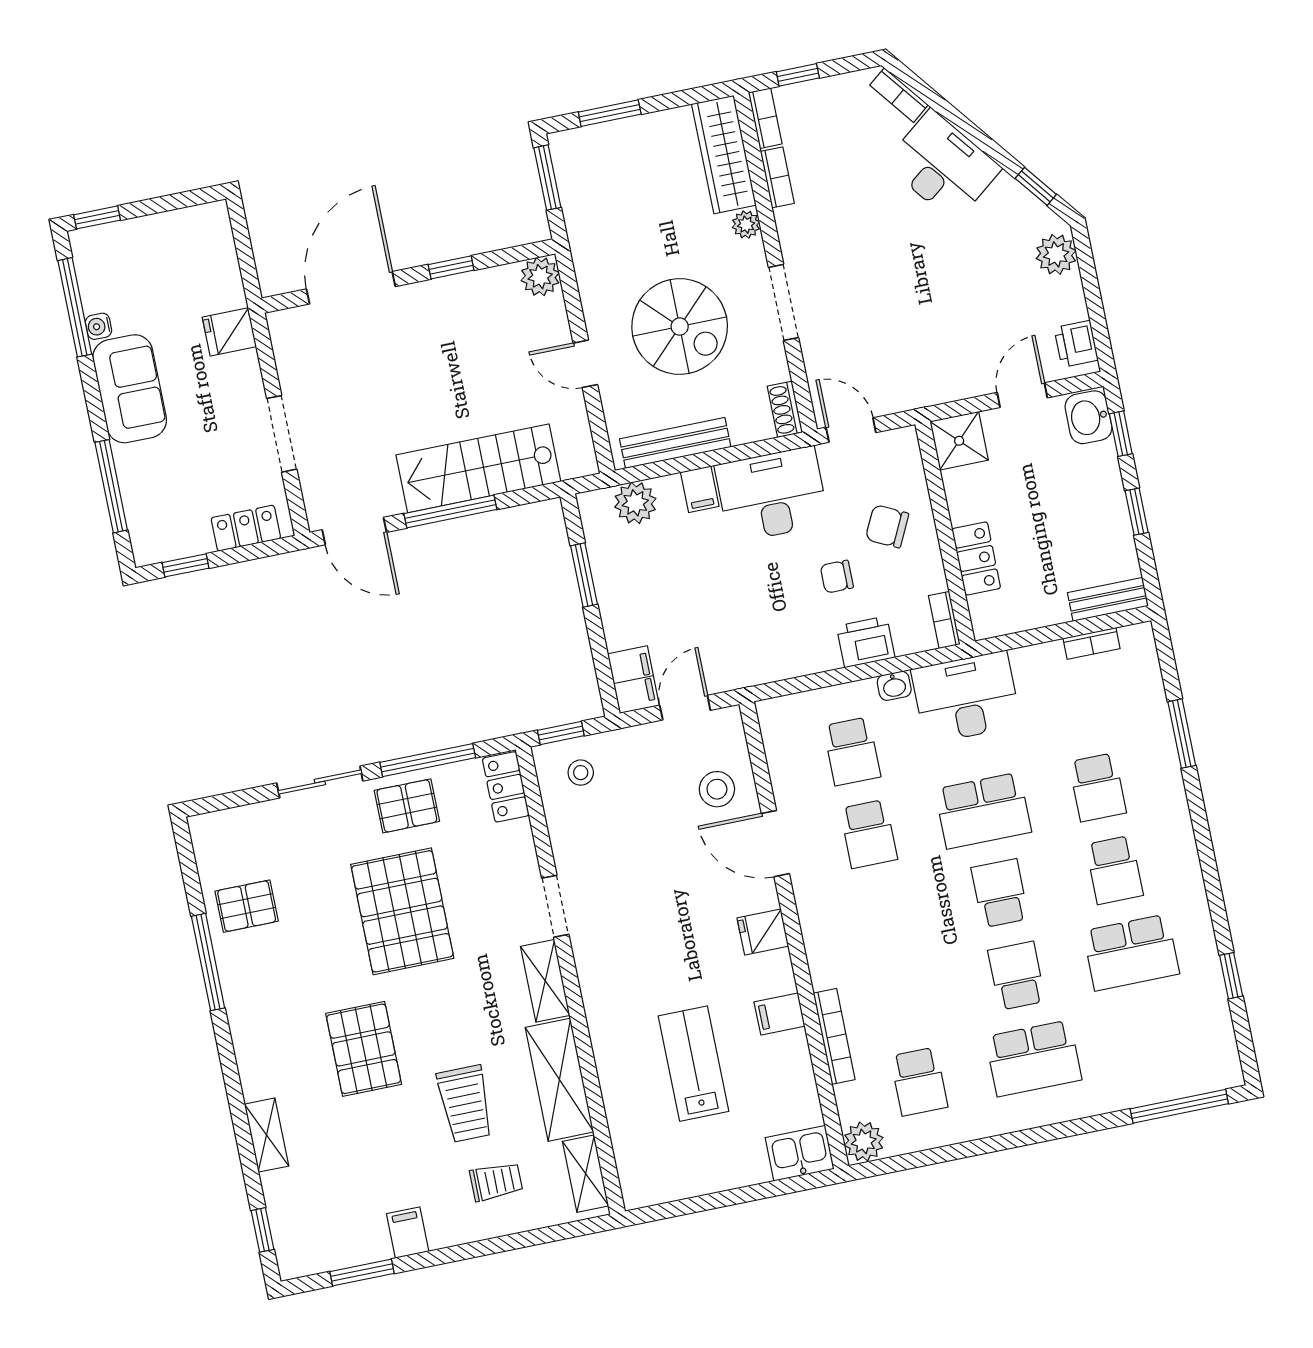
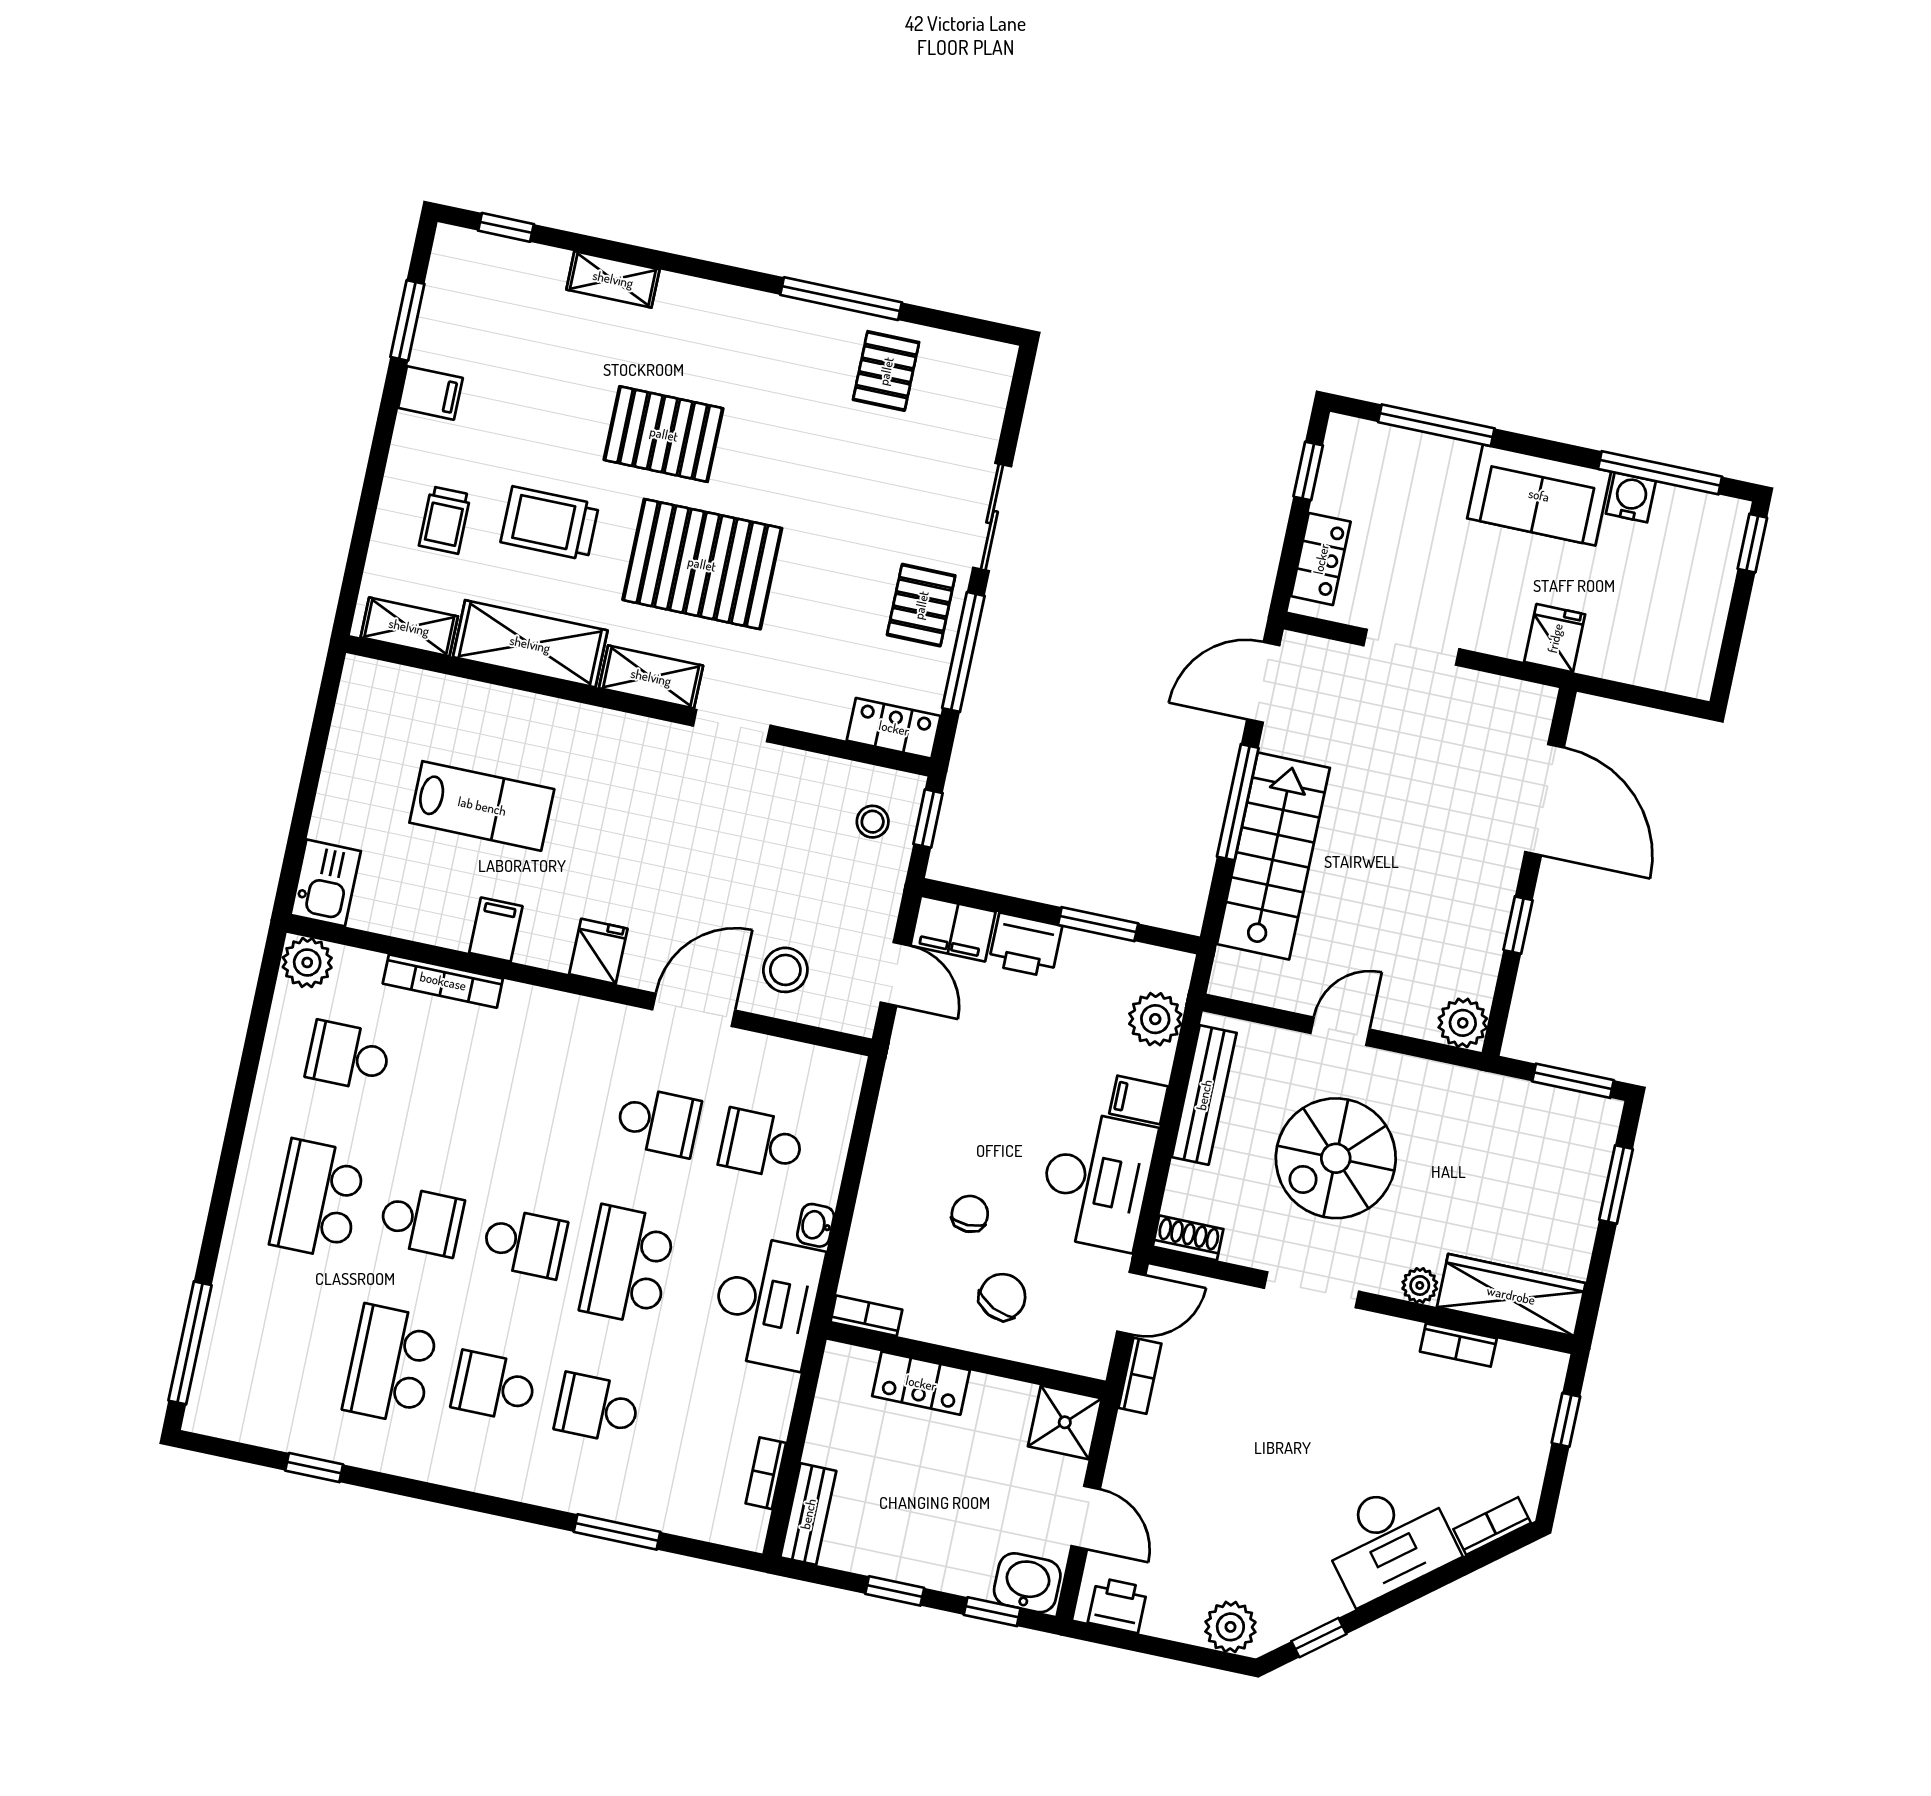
bookcase: (765, 118) -> (1140, 1376), moved, turned -90
water cooler: (99, 326) -> (1631, 497), width x1.38, depth x1.38
printer: (866, 642) -> (1025, 945), moved, turned 90
school desk: (869, 834) -> (658, 1122), turned 180
pallet: (402, 911) -> (702, 564), moved

